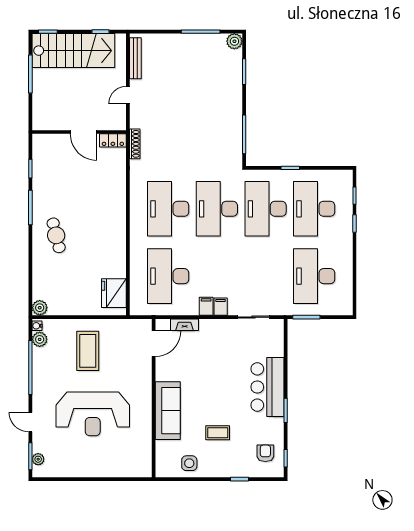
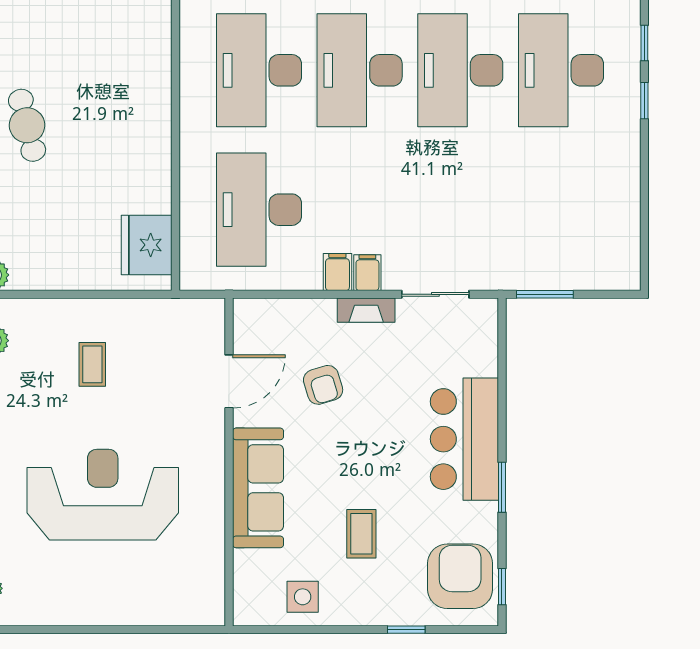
desk: (314, 276) -> (561, 210), removed
fireplace: (185, 325) -> (366, 310), moved
door: (154, 344) -> (229, 381), moved
coffee table: (88, 351) -> (92, 364), width x0.54, depth x0.58
armchair: (199, 361) -> (323, 385), added
reception desk: (93, 414) -> (103, 495), turned 180
coffee table: (218, 433) -> (361, 534), turned 90
armchair: (265, 453) -> (460, 576), width x1.88, depth x1.88

